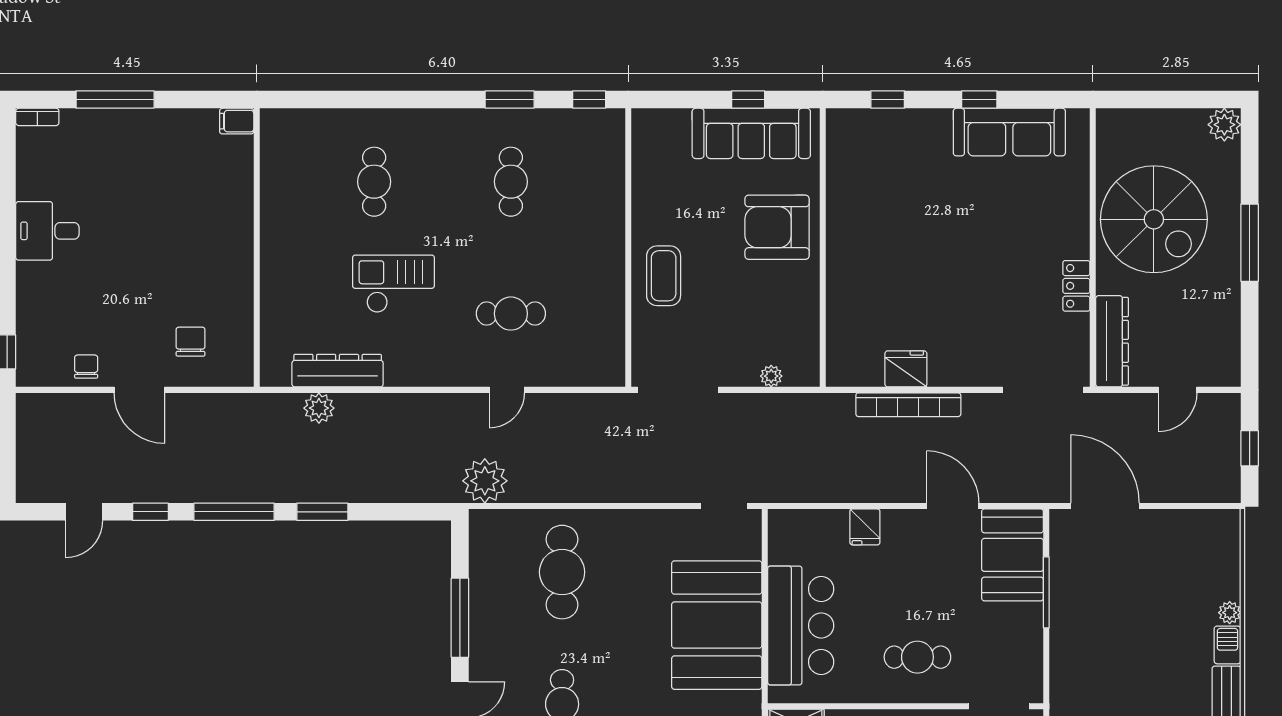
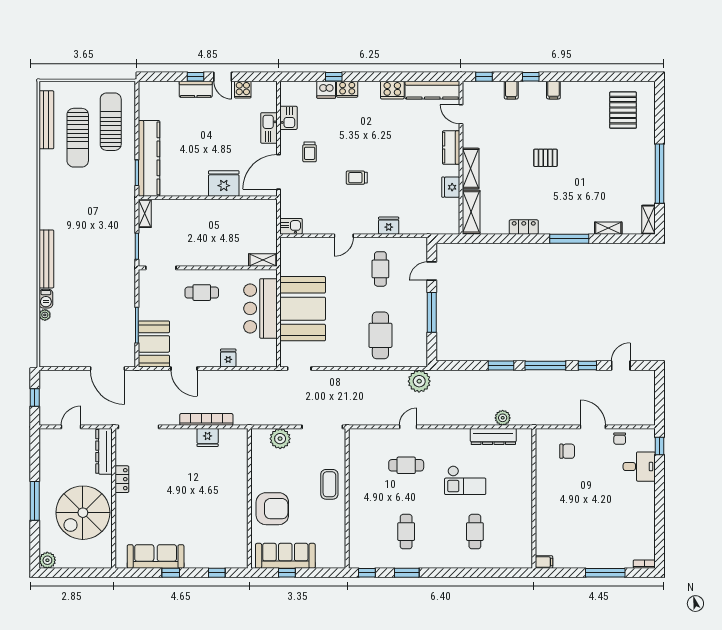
spiral stairs: (1154, 219) -> (83, 513), turned -90
desk: (47, 231) -> (639, 467), moved
chair: (191, 342) -> (567, 451), turned -90
plant: (771, 376) -> (280, 439), width x1.87, depth x1.87

